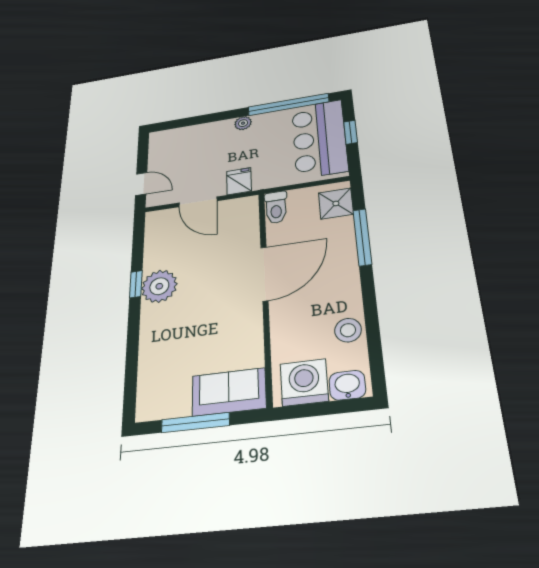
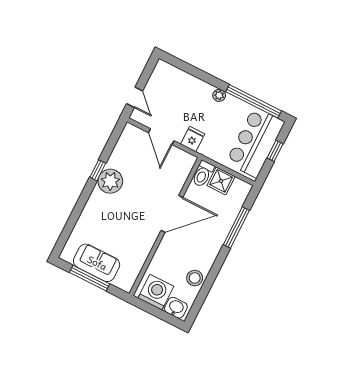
shower: (336, 203) -> (221, 181), moved
sofa: (229, 392) -> (97, 263), moved

